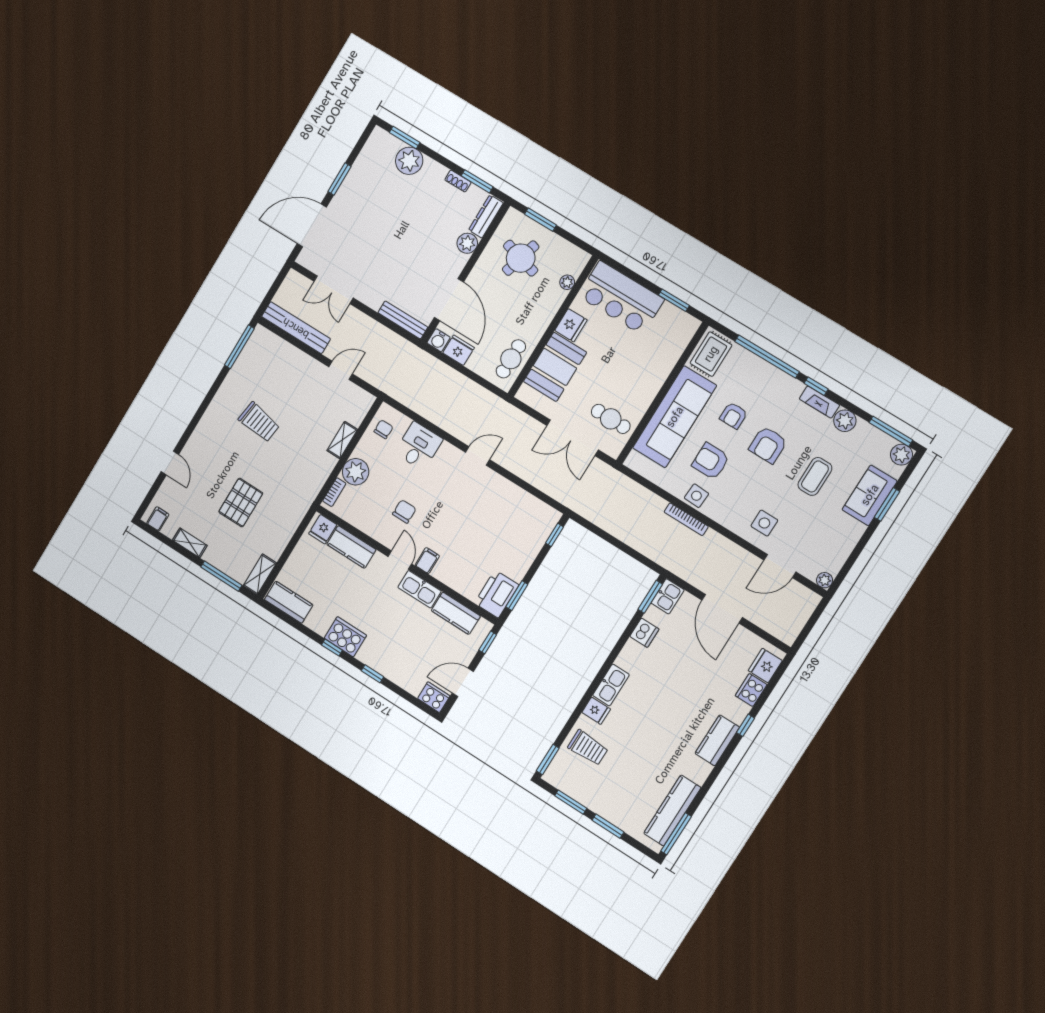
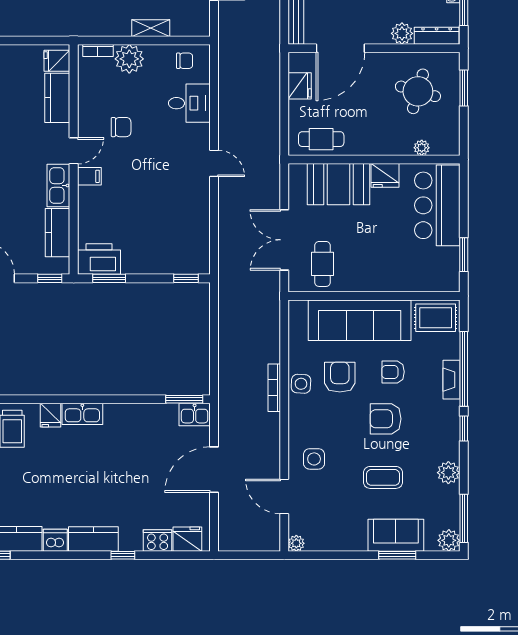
water cooler: (439, 340) -> (298, 62), removed
fireplace: (819, 402) -> (451, 380), moved
dishwasher: (644, 633) -> (55, 540), moved, turned 180

